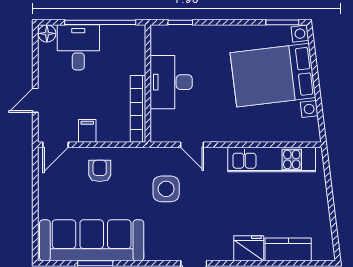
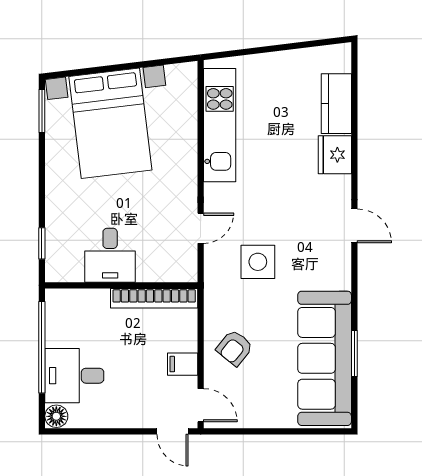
desk: (171, 82) -> (110, 255), width x0.73
door: (35, 100) -> (173, 431), moved
armchair: (100, 171) -> (235, 348), turned -51

